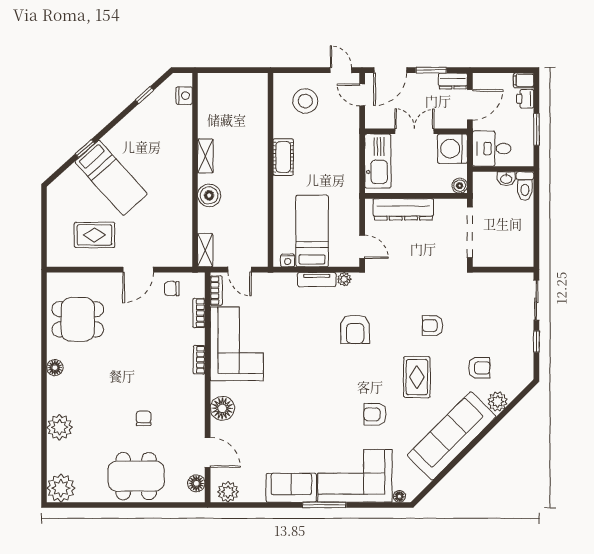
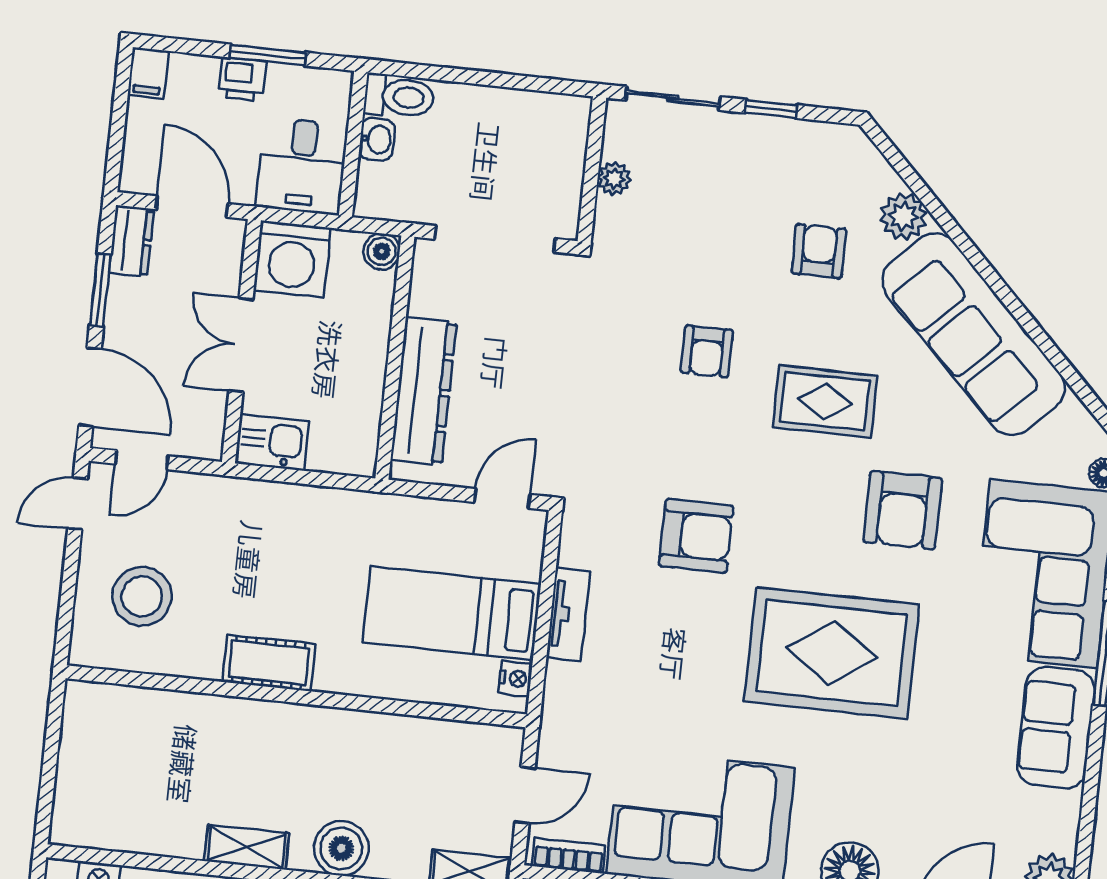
printer: (525, 99) -> (242, 79), moved
kitchen sink: (378, 161) -> (272, 442), width x0.53, depth x0.81
plant: (344, 279) -> (614, 179), moved
rug: (312, 391) -> (832, 653), added
armchair: (375, 414) -> (903, 510), width x1.38, depth x1.38

